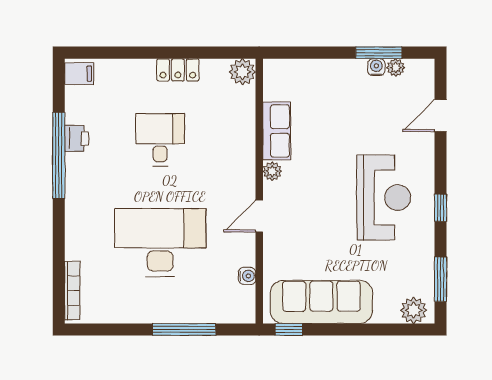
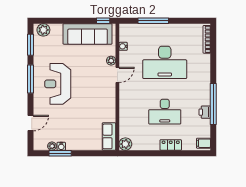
locker: (178, 70) -> (171, 145), moved
row of seats: (277, 131) -> (109, 136), moved
desk: (160, 140) -> (165, 112), width x1.37
plant: (272, 171) -> (111, 61), moved
window: (441, 208) -> (31, 79), width x2.17

